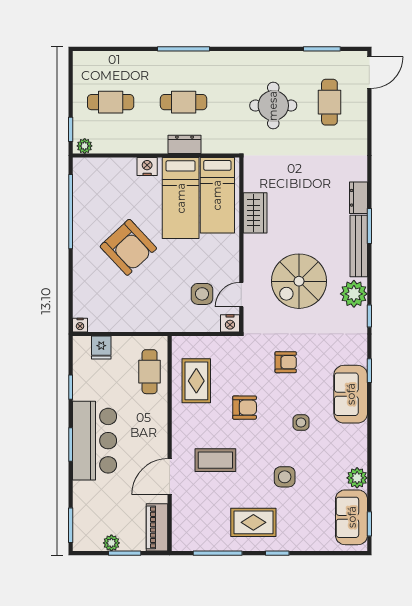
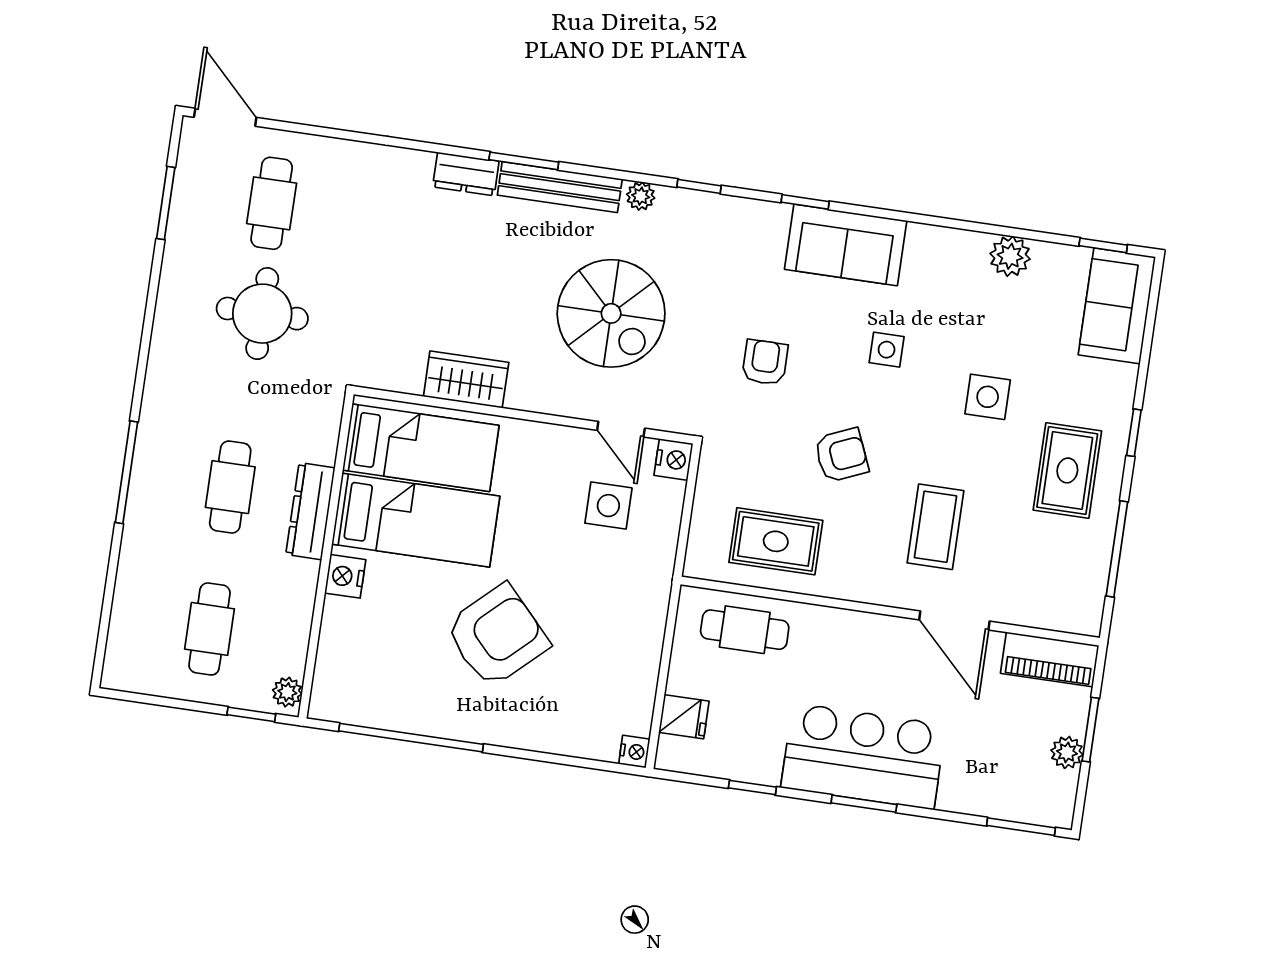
cafe table: (329, 102) -> (272, 203), turned 90
dresser: (185, 144) -> (310, 511), width x1.44
plant: (354, 294) -> (641, 196), width x0.53, depth x0.53
armchair: (245, 408) -> (841, 455), turned 67
sofa: (352, 517) -> (1117, 306), moved, turned 90

